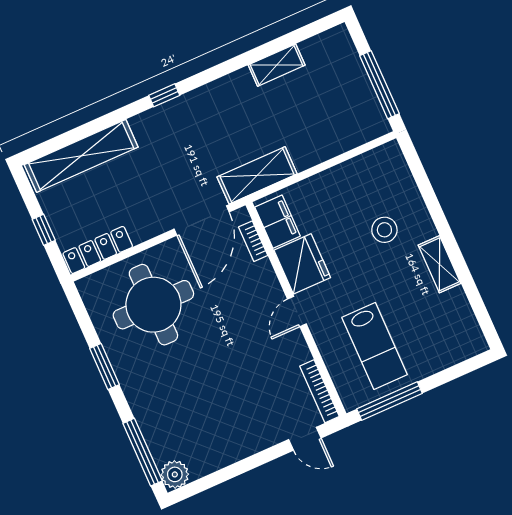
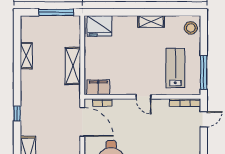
shelving: (257, 175) -> (73, 66), moved
stool: (384, 230) -> (191, 28), moved
fridge: (302, 264) -> (100, 26), moved, turned 180
lab bench: (375, 346) -> (175, 68), turned -90

